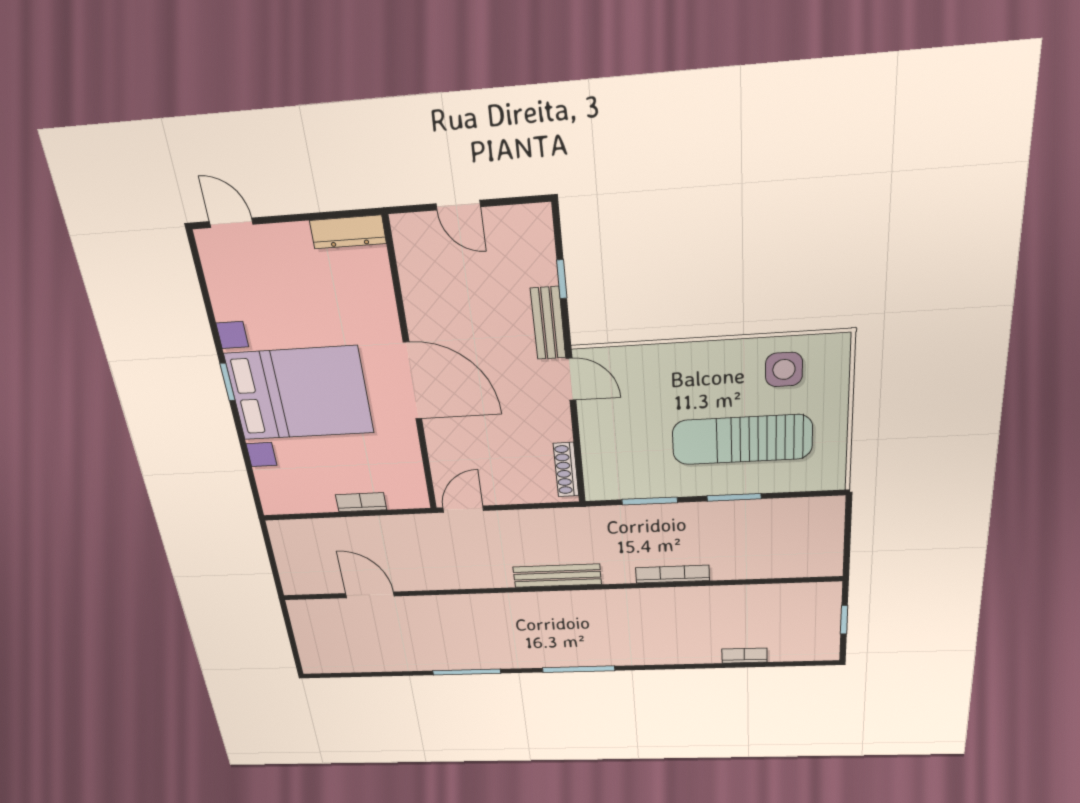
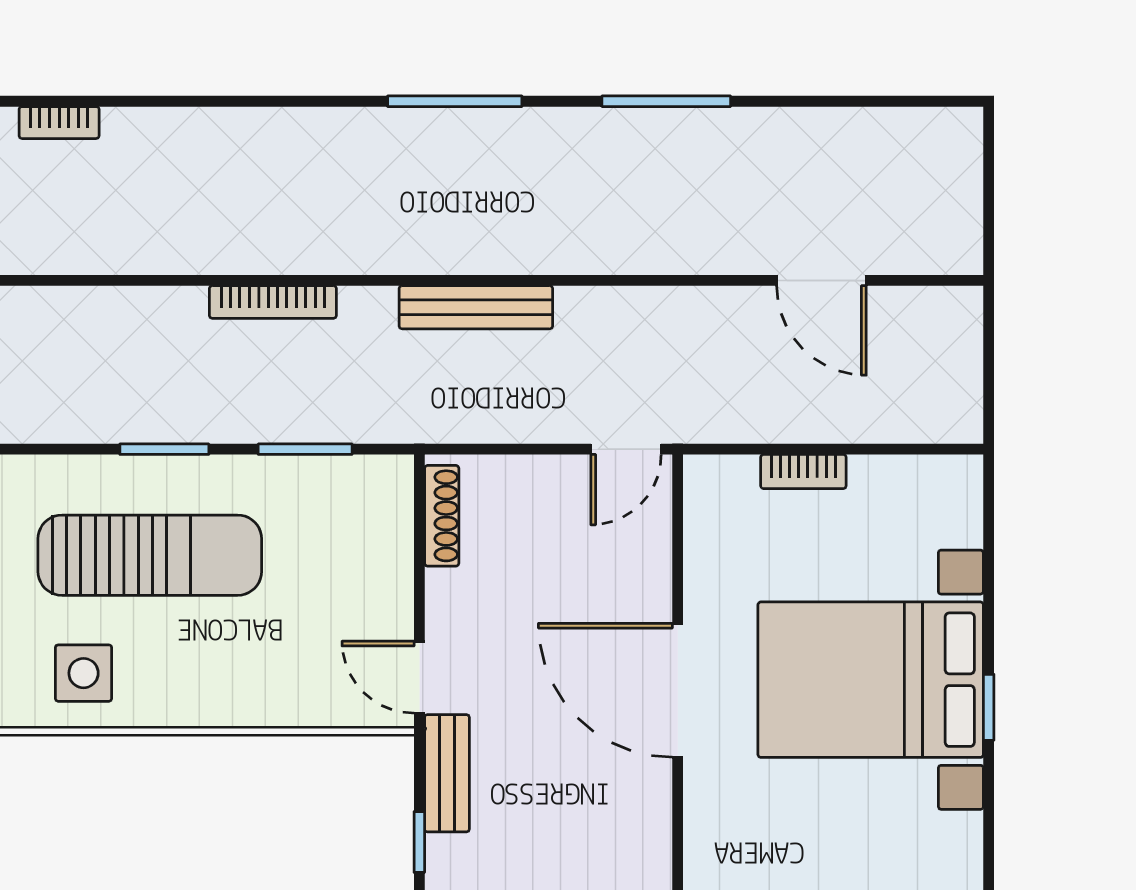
bookcase: (744, 656) -> (59, 123), moved

